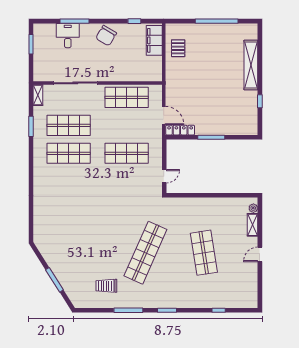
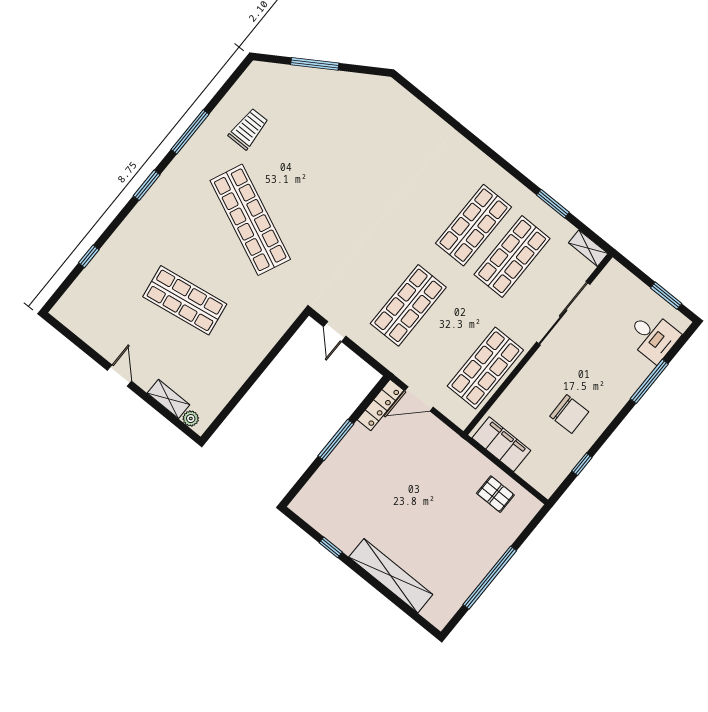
desk: (68, 36) -> (653, 336), moved
chair: (106, 36) -> (569, 414), moved, turned 148
filing cabinet: (154, 40) -> (501, 444), moved

